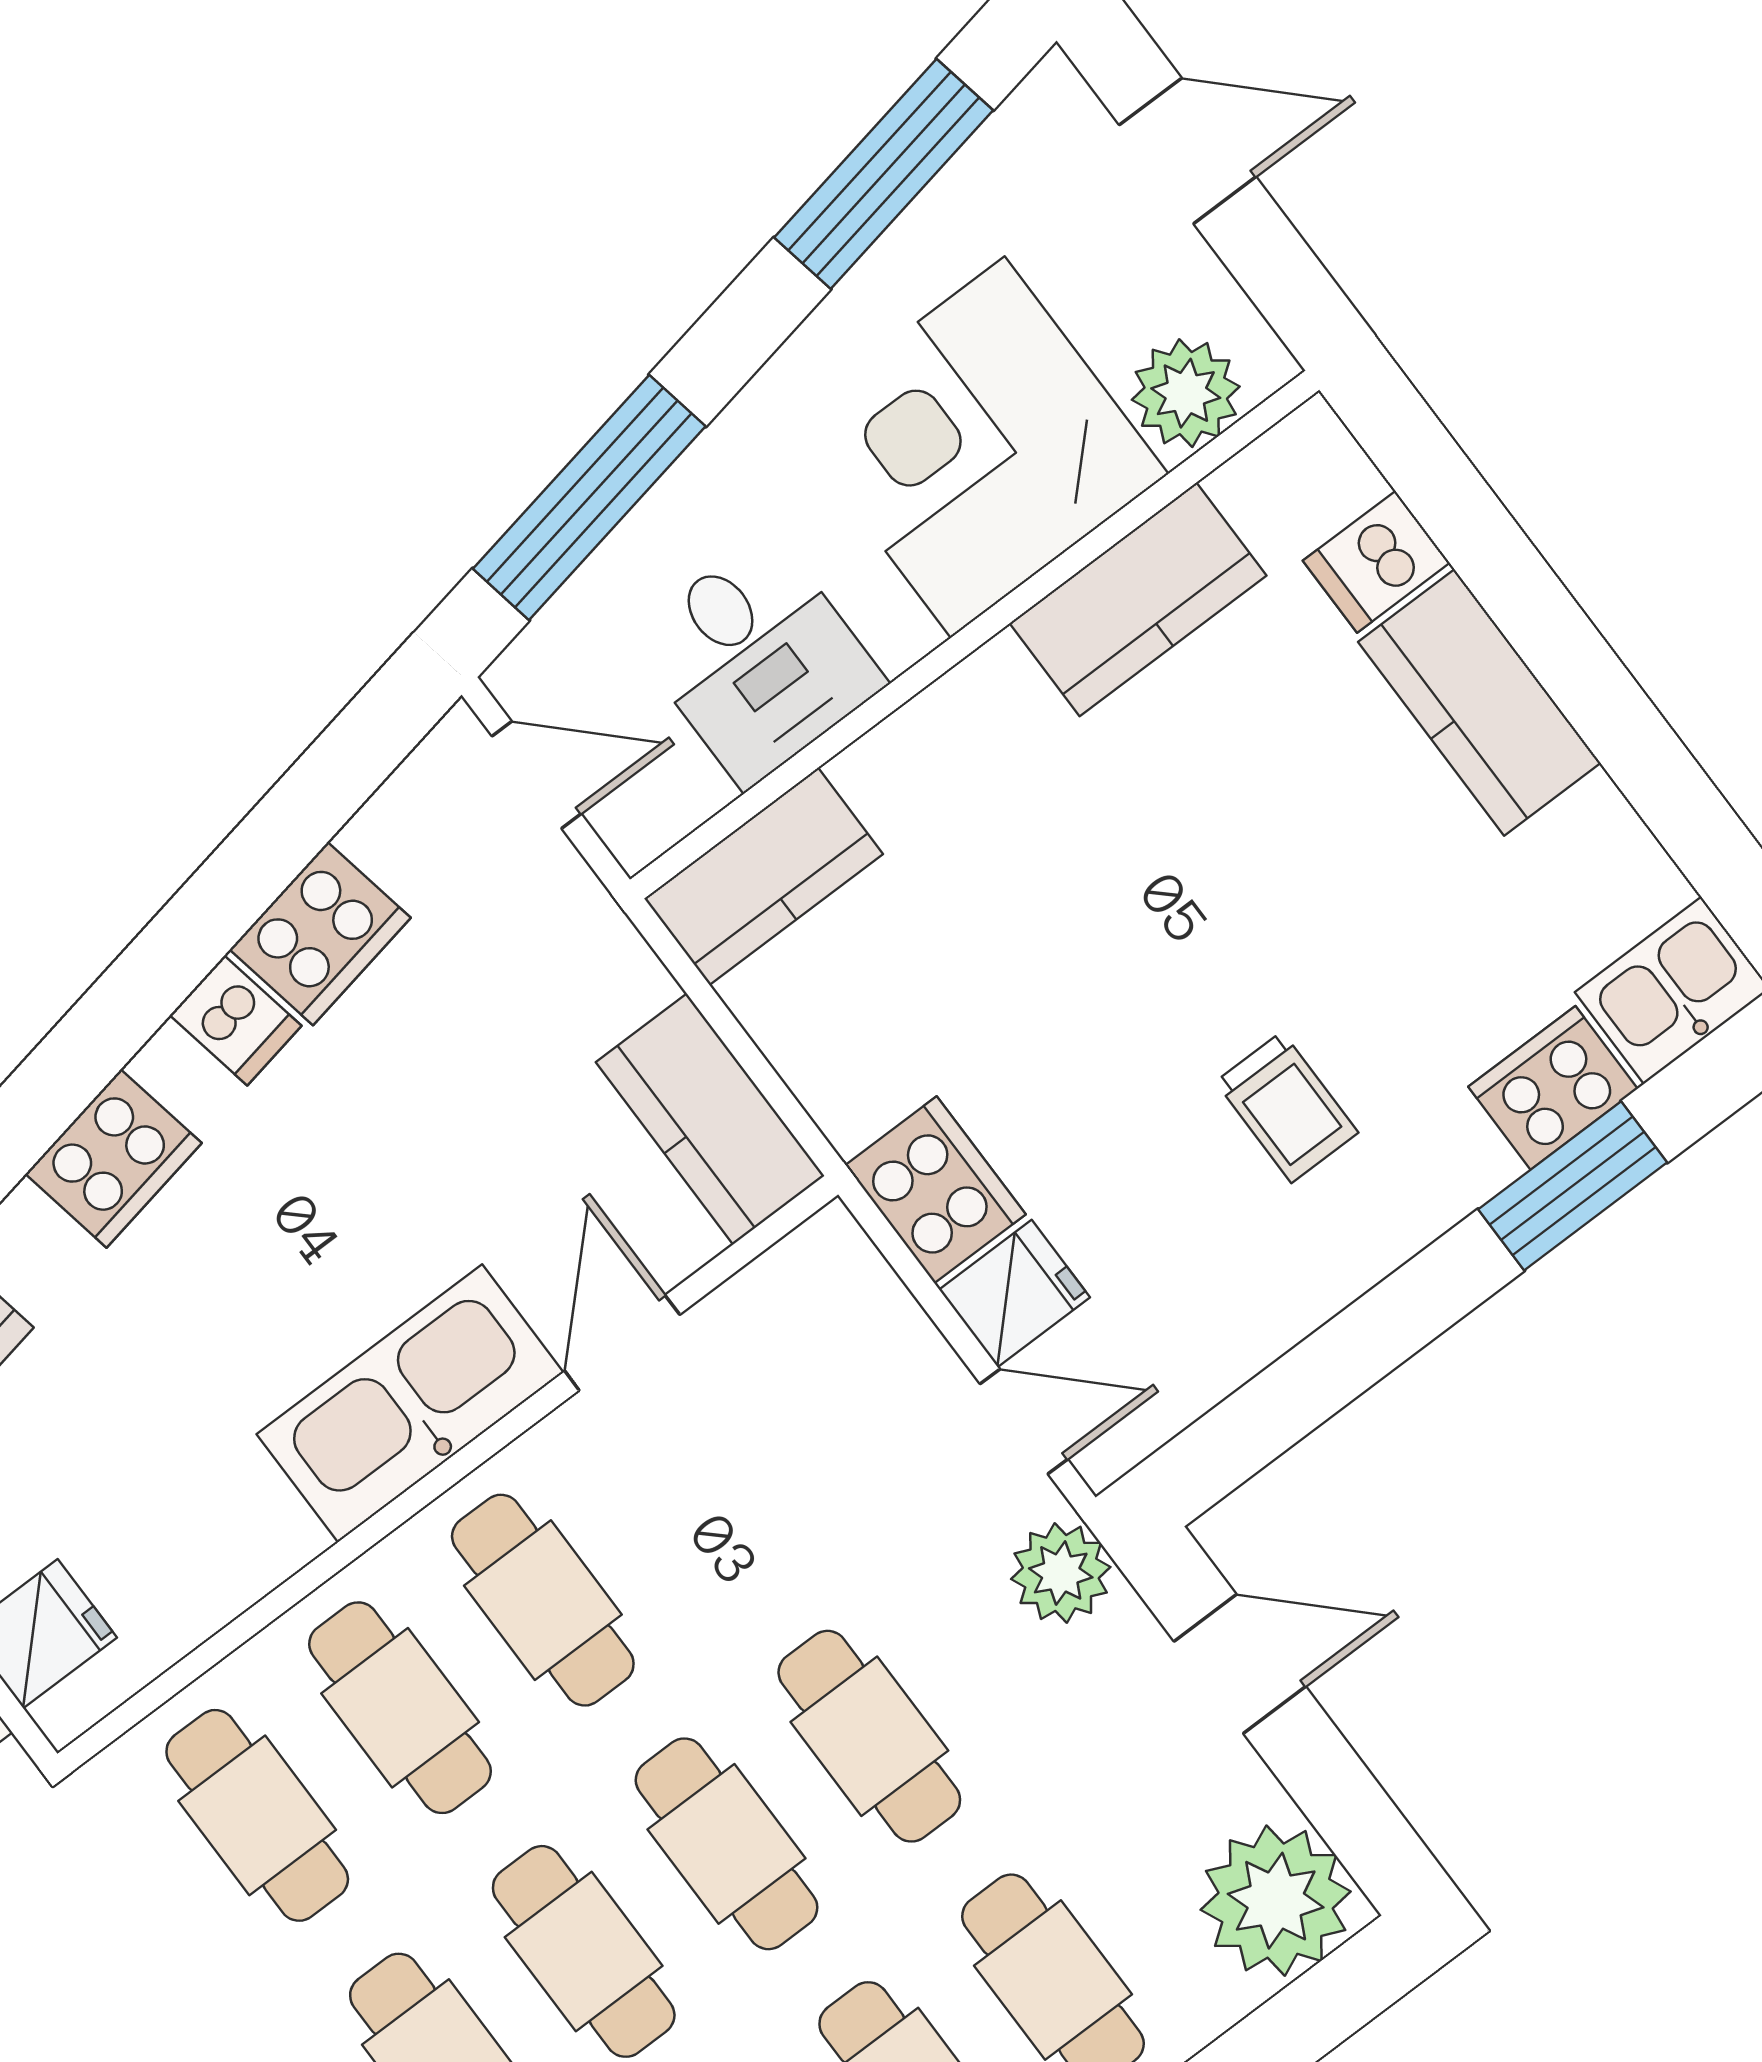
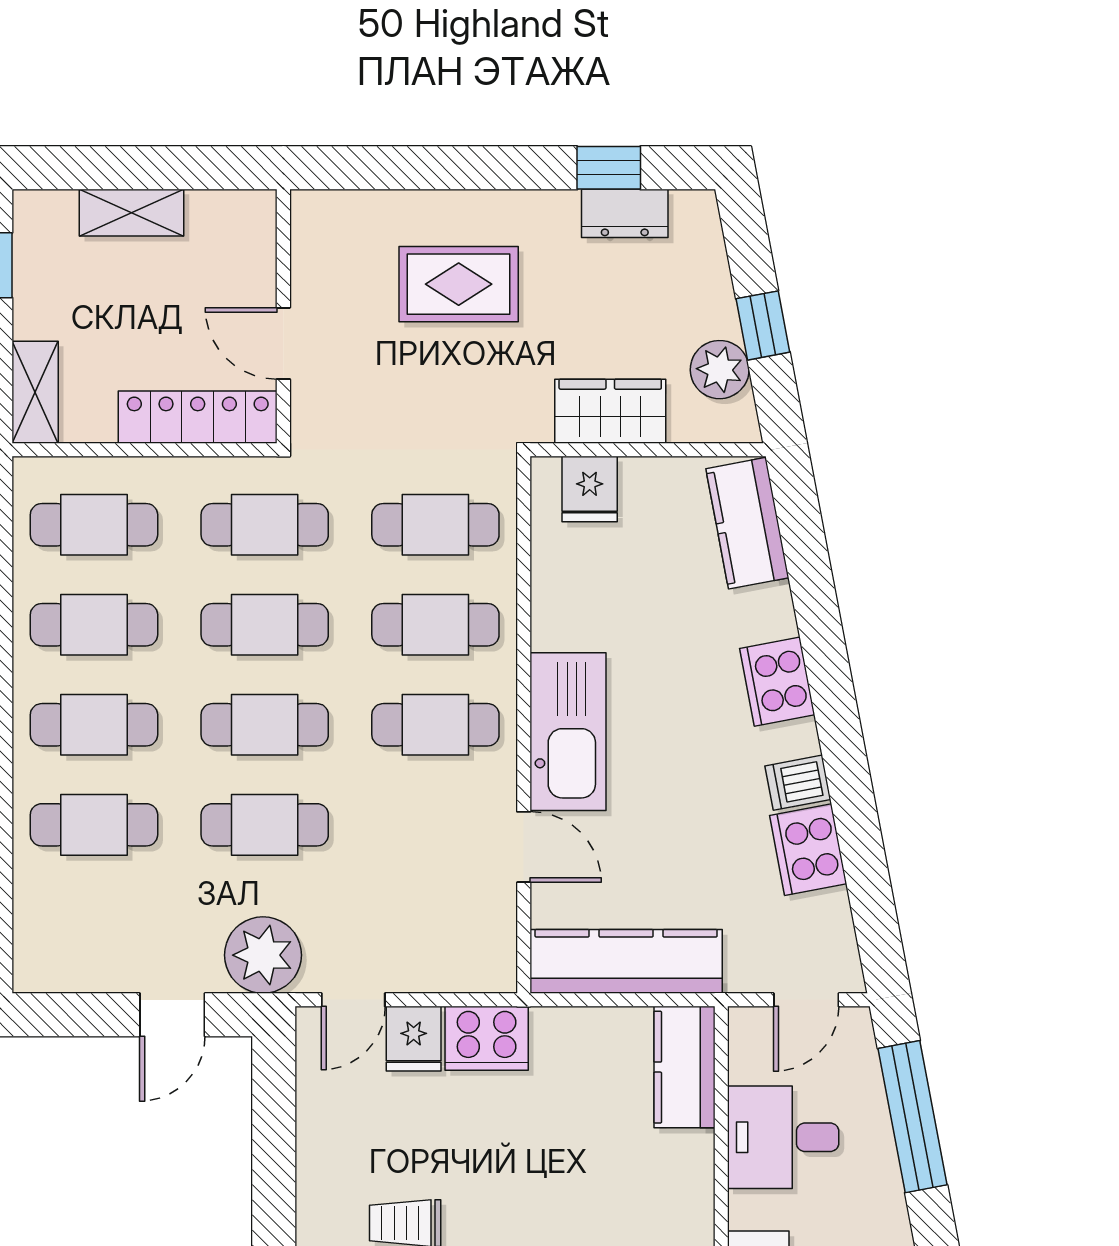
kitchen counter: (710, 1119) -> (626, 961), width x1.50
plant: (1061, 1573) -> (263, 955), width x1.36, depth x1.36
plant: (1276, 1901) -> (54, 951), removed

